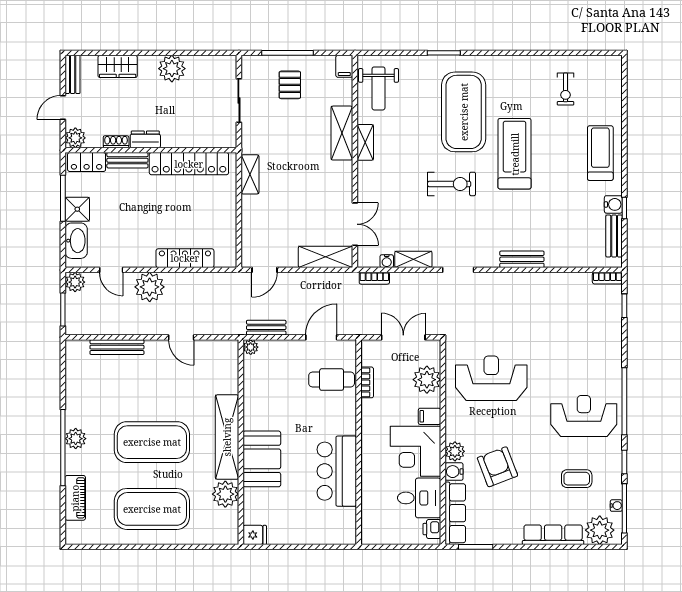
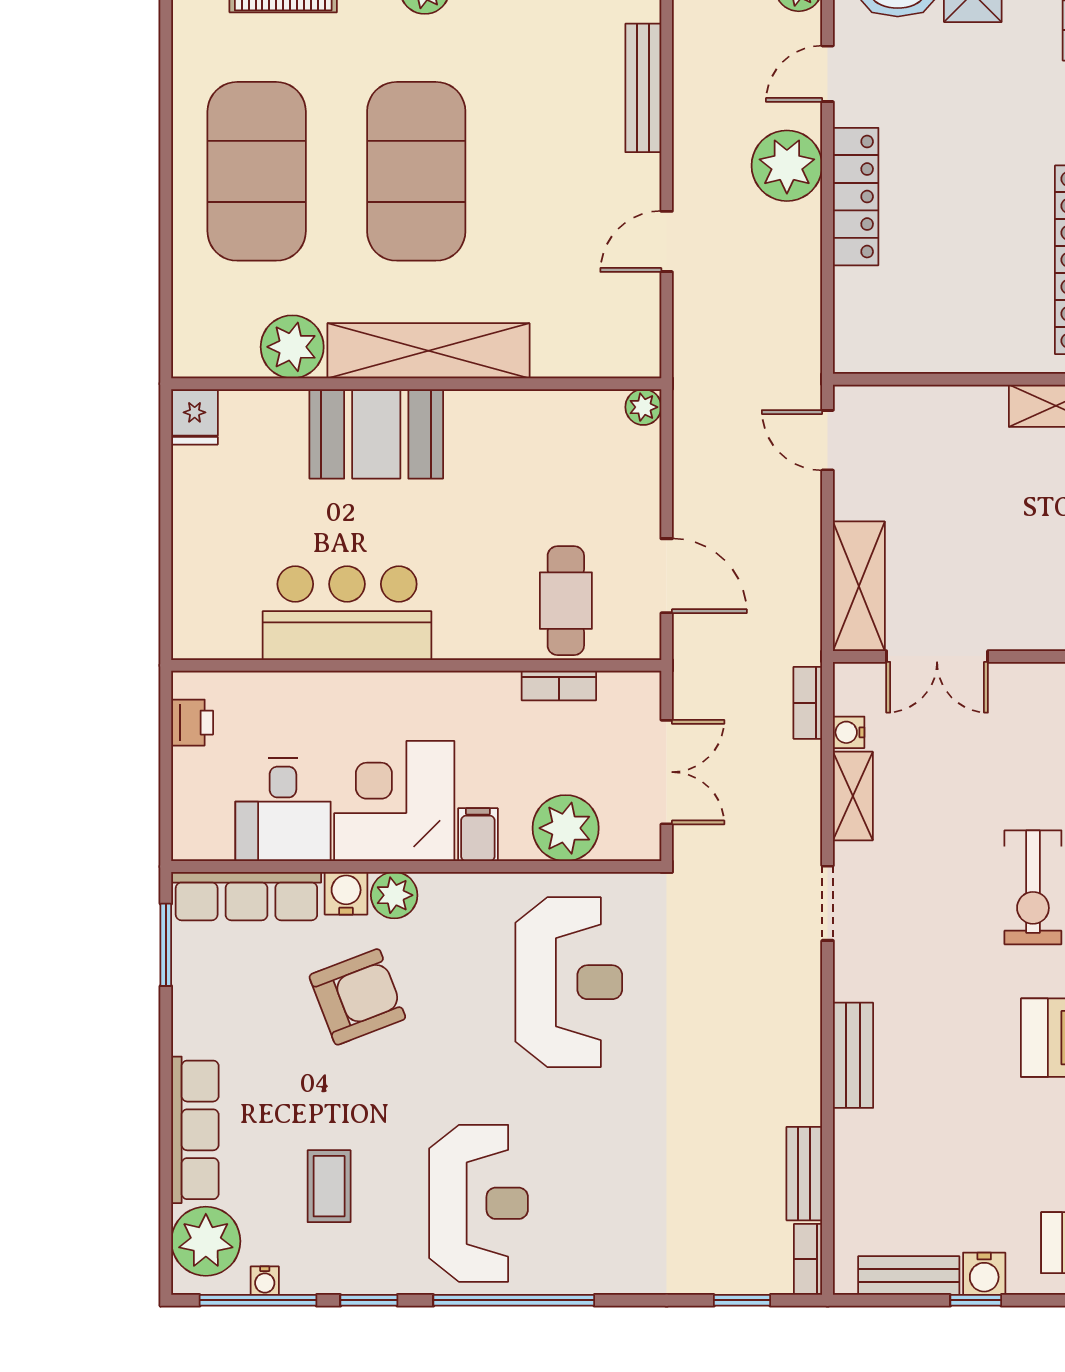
locker: (185, 258) -> (856, 197), moved
bench: (266, 328) -> (804, 1174), moved
printer: (432, 529) -> (192, 723), moved, turned 90

